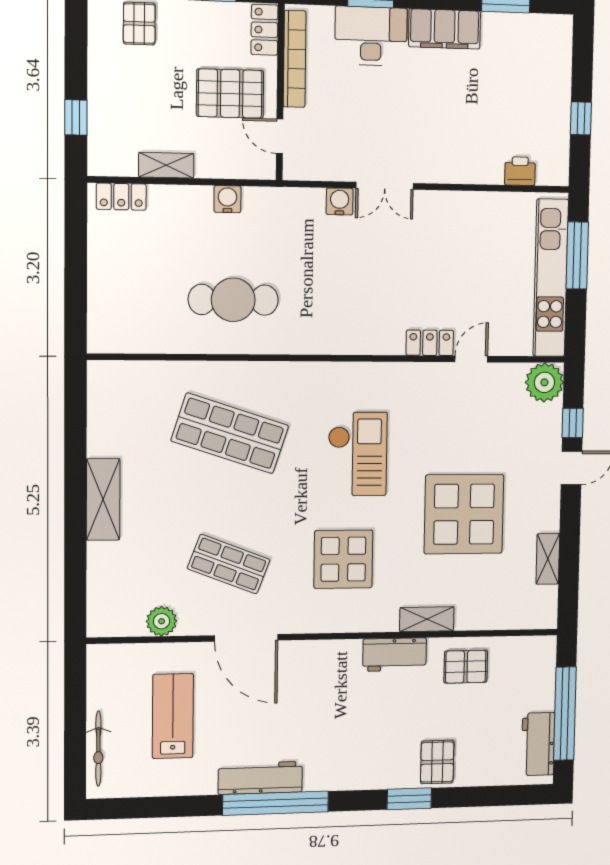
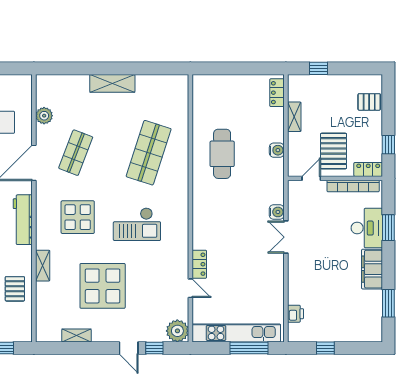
workbench: (395, 655) -> (23, 220), moved, width x1.38

